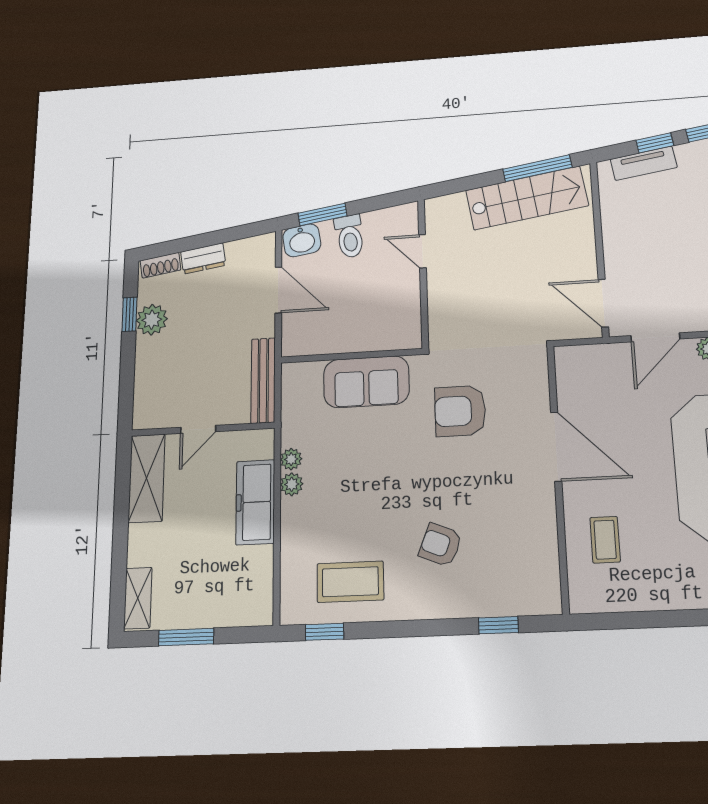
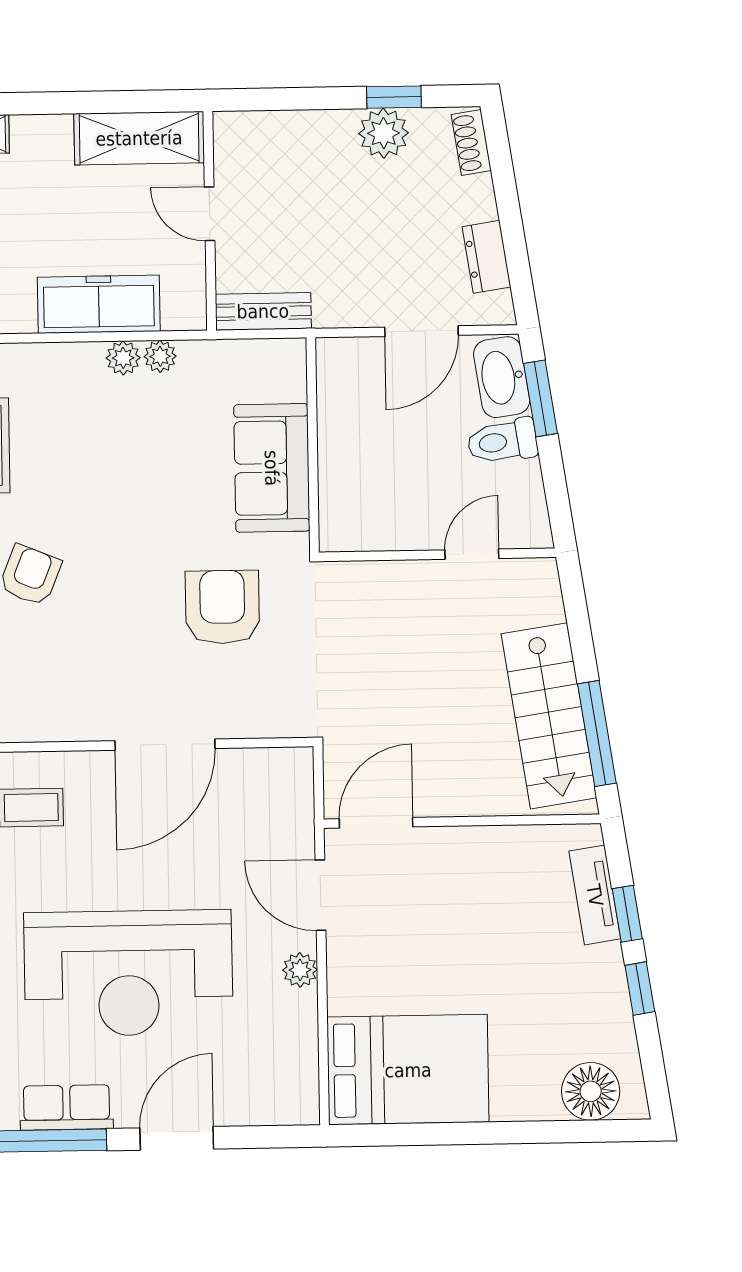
washbasin: (302, 240) -> (502, 377), width x1.38
dresser: (203, 259) -> (486, 257), moved
bench: (263, 380) -> (263, 311), width x0.73

